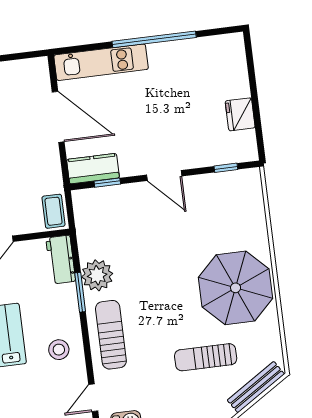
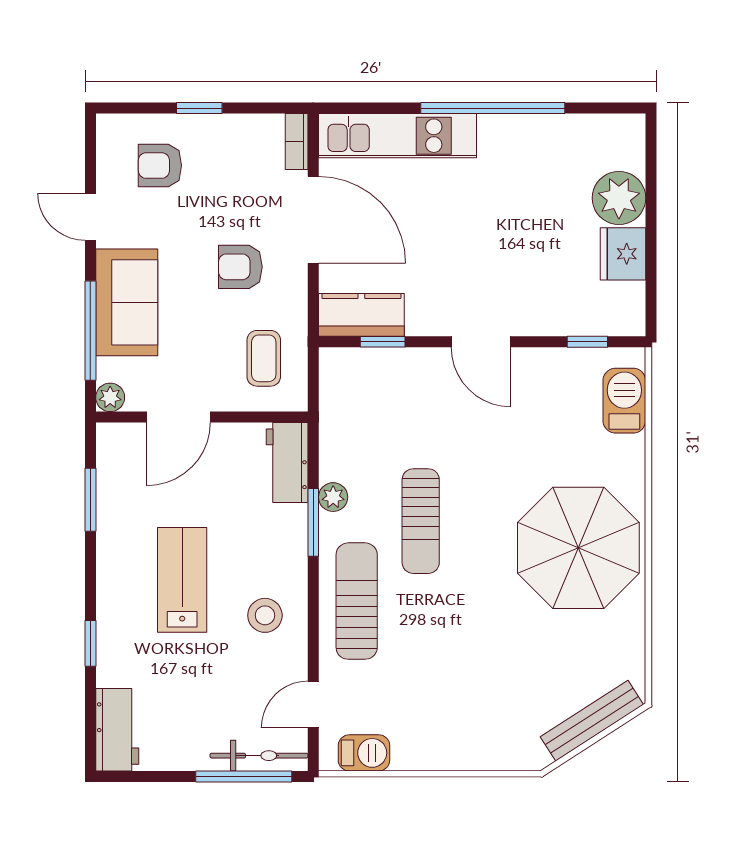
bookcase: (43, 73) -> (297, 142), added
plant: (234, 82) -> (619, 198), added
armchair: (19, 150) -> (240, 267), added
barbecue: (252, 199) -> (624, 401), added
coffee table: (53, 211) -> (264, 358), moved
plant: (97, 275) -> (333, 497), width x0.53, depth x0.53
sun lounger: (206, 357) -> (421, 521), moved, turned -90

